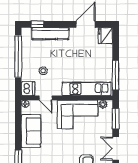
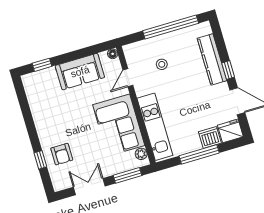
window: (37, 24) -> (228, 70), moved
window: (116, 75) -> (199, 154), moved
dishwasher: (28, 89) -> (210, 137), moved, turned 180

